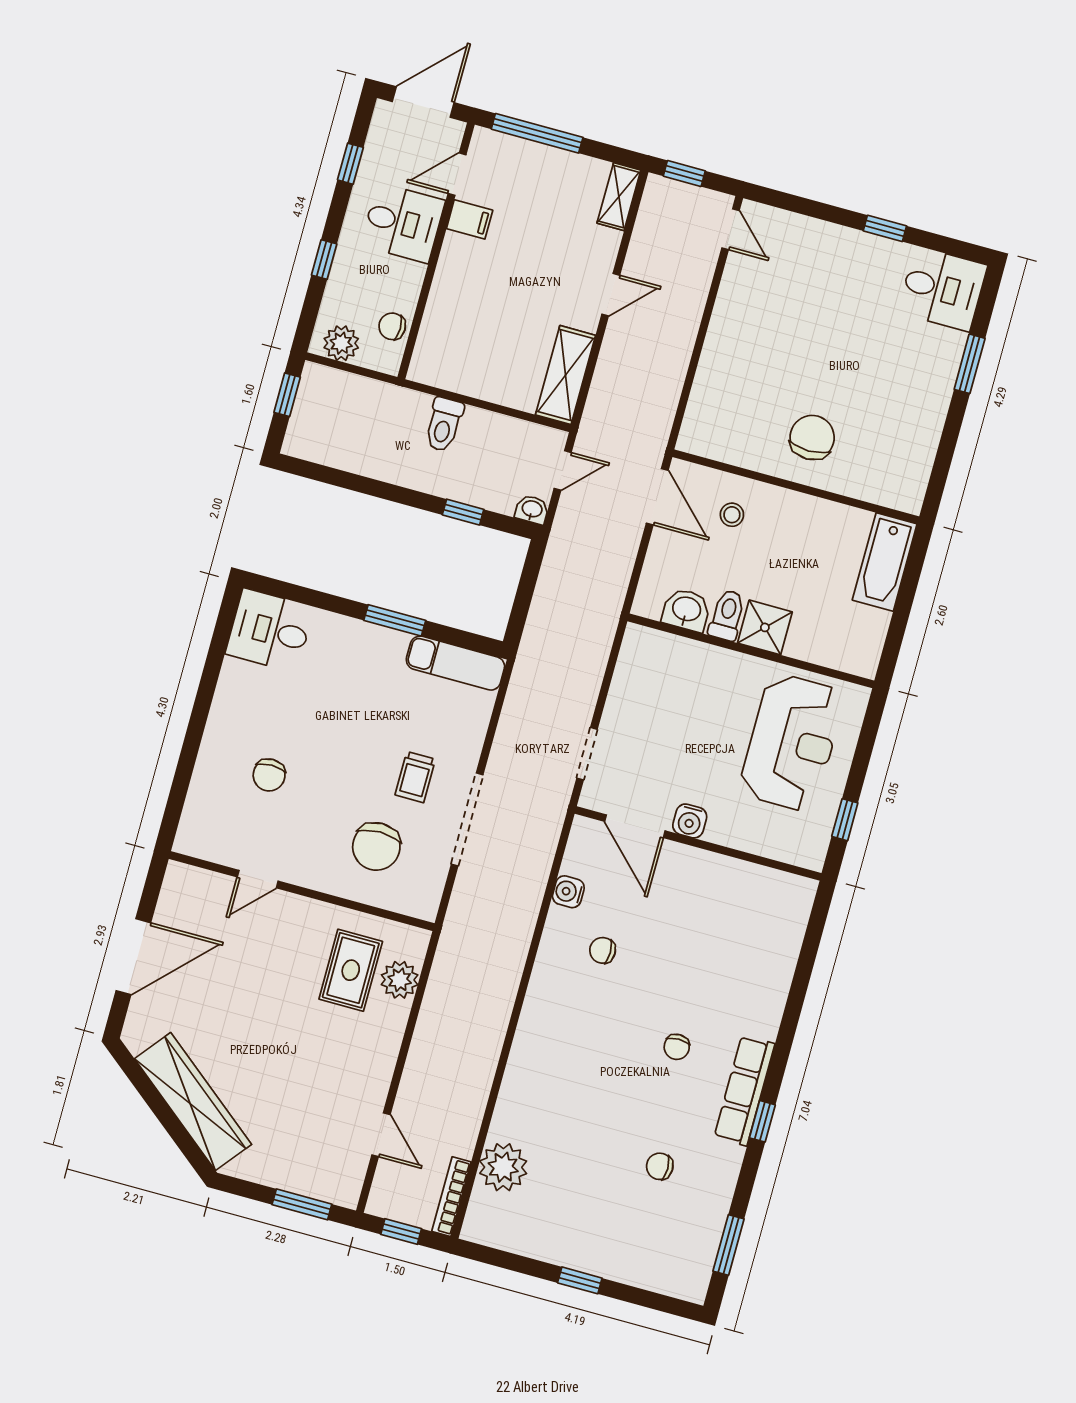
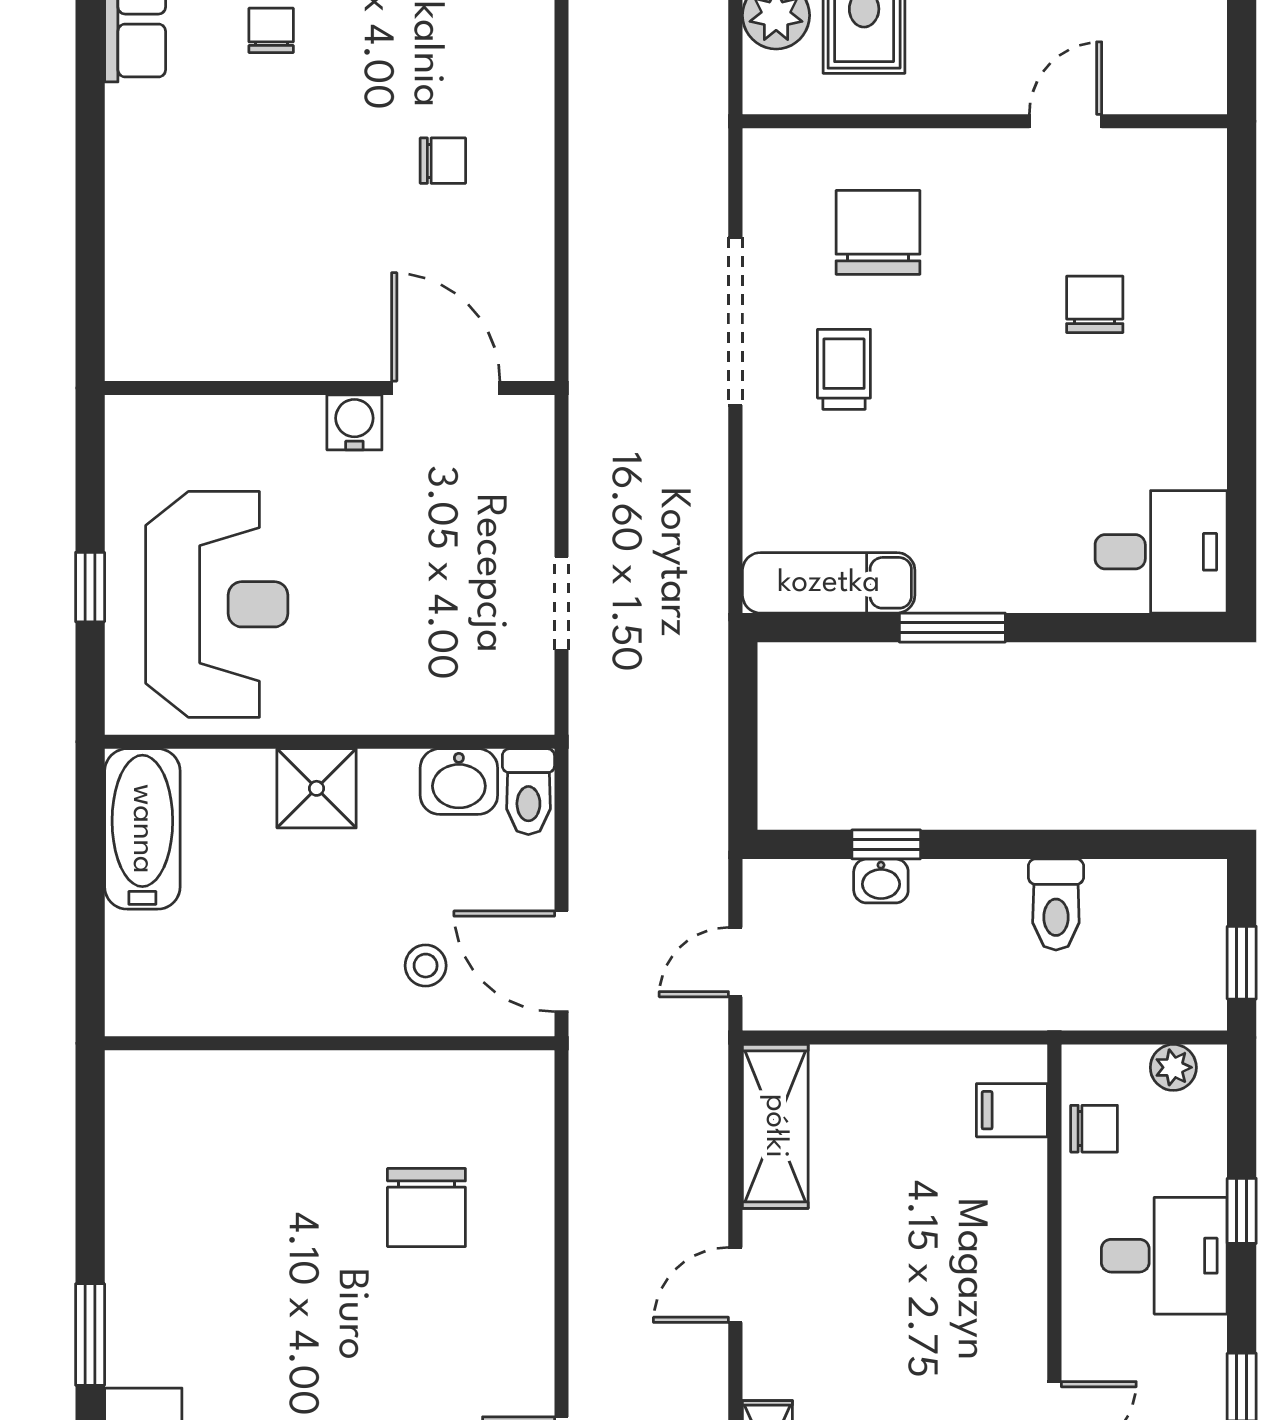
filing cabinet: (470, 219) -> (1012, 1110), moved
desk: (403, 223) -> (1164, 1256), moved, turned 180
plant: (341, 343) -> (1173, 1067), width x0.73, depth x0.73
toilet: (444, 425) -> (1056, 904), moved, turned 180
chair: (812, 438) -> (426, 1207), moved
washbasin: (532, 510) -> (881, 881), moved
bathtub: (885, 562) -> (142, 829), moved
toilet: (727, 615) -> (528, 792), moved
reception desk: (792, 742) -> (217, 604), turned 180
doorway: (587, 754) -> (561, 604), moved
window: (845, 820) -> (90, 587), moved
water cooler: (568, 892) -> (529, 245), removed

